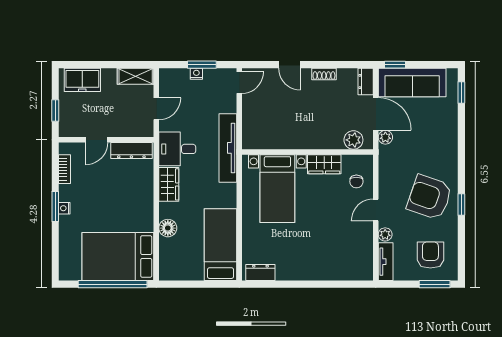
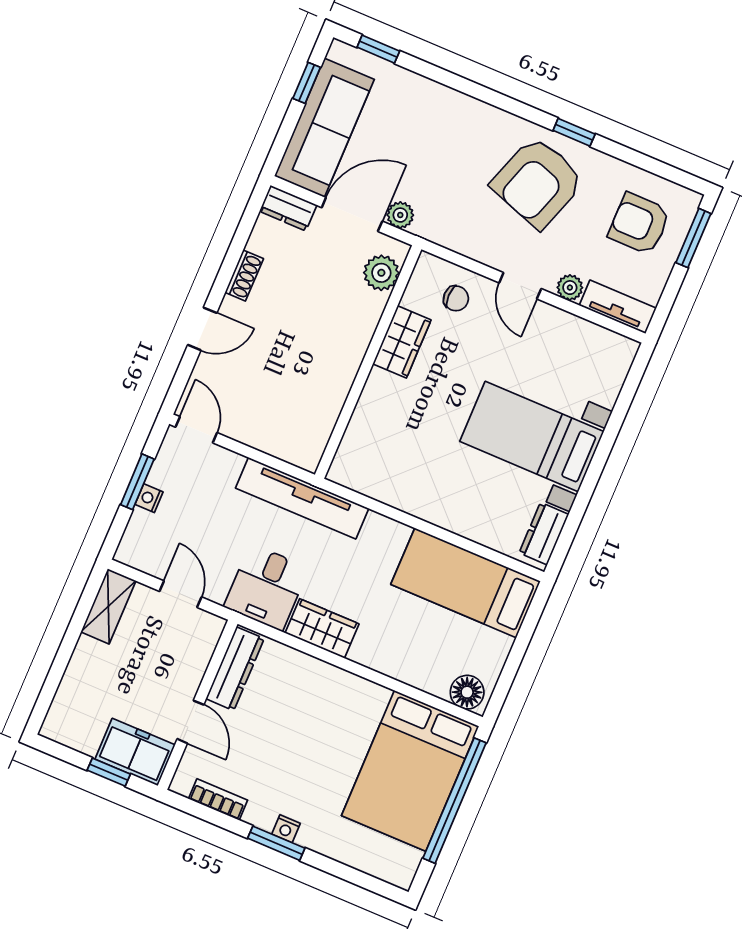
window: (395, 65) -> (307, 83), moved
freezer: (82, 80) -> (135, 752), moved, turned -90
bed with nightstands: (277, 189) -> (532, 437), moved, turned 180
floor lamp: (168, 228) -> (467, 692), moved

